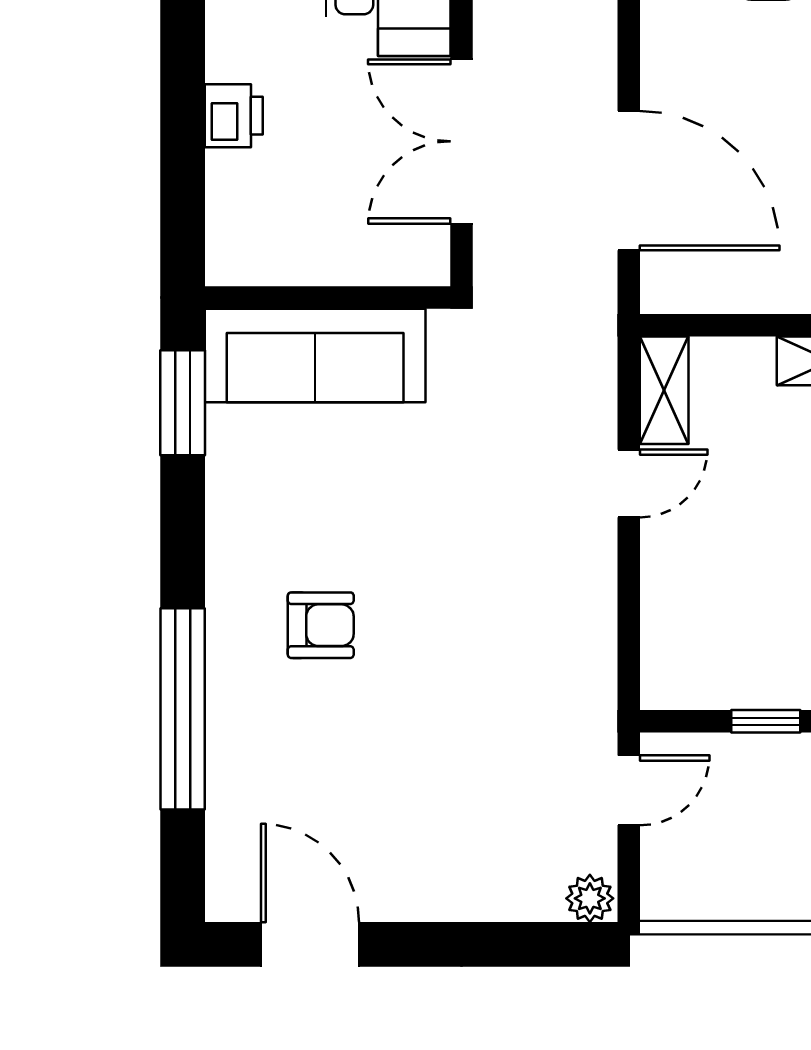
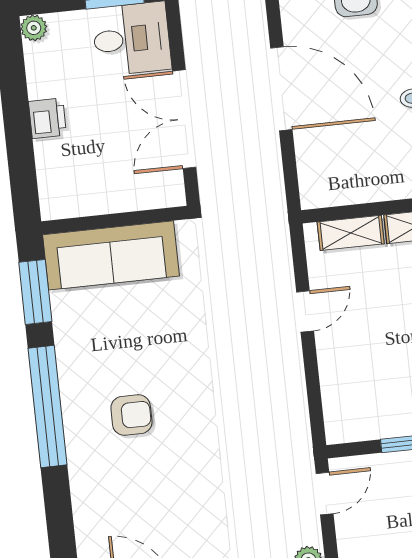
door: (629, 181) -> (281, 89), moved
shelving: (664, 390) -> (351, 233), moved, turned 90
window: (183, 709) -> (48, 406), moved

